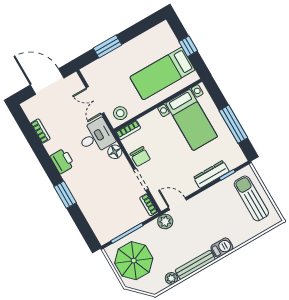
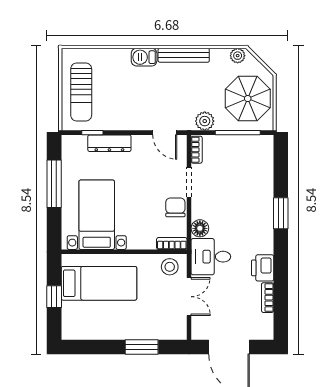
printer: (62, 161) -> (263, 268), moved
plant: (165, 222) -> (205, 121), moved
plant: (171, 278) -> (238, 56), moved

